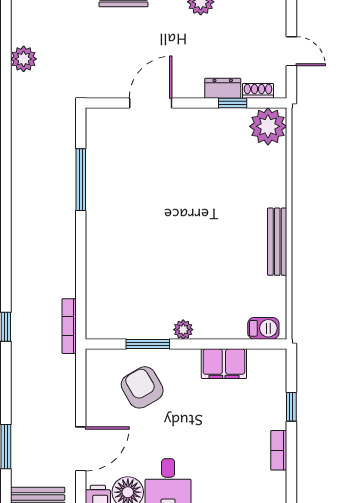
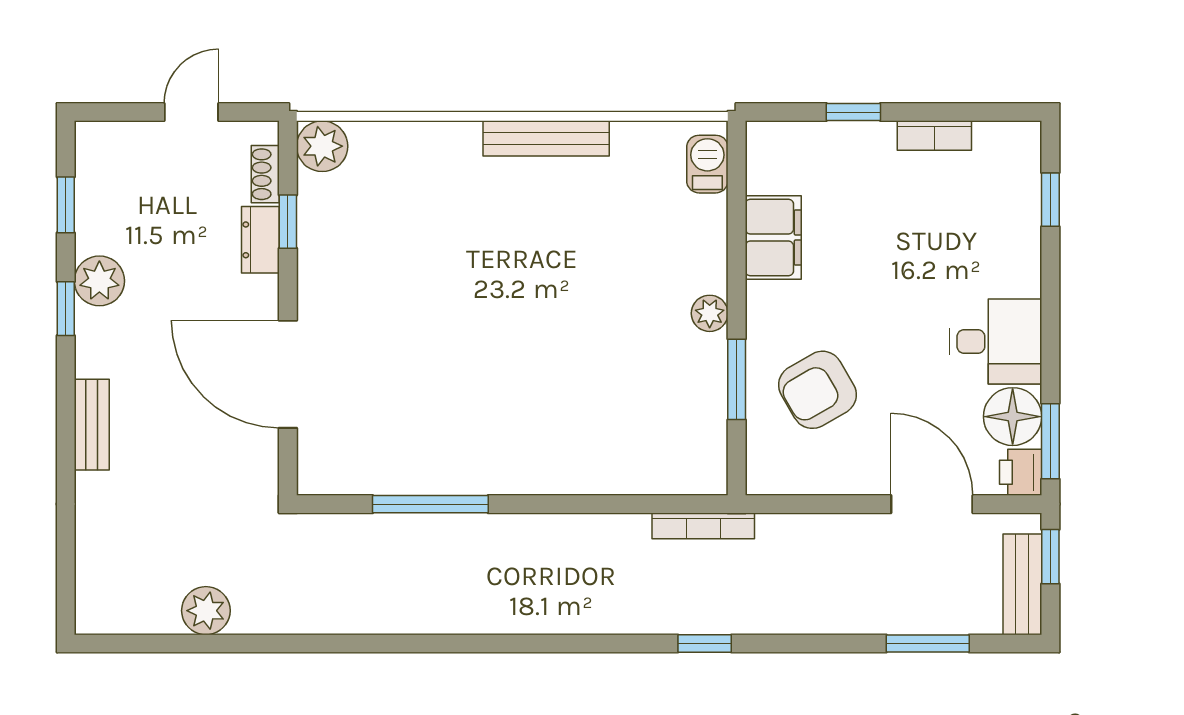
door: (151, 103) -> (288, 374), width x1.36
plant: (268, 126) -> (322, 146), width x0.73, depth x0.73

